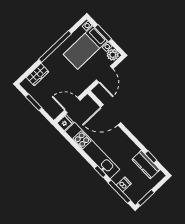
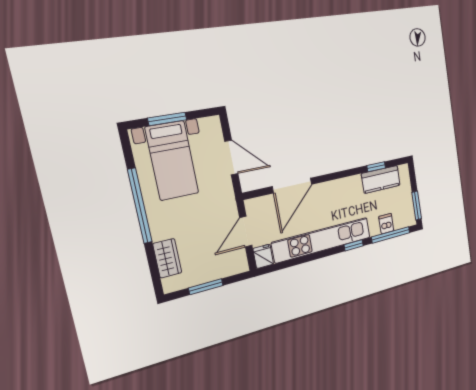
plant: (113, 55) -> (210, 127), removed

